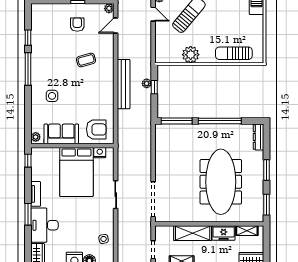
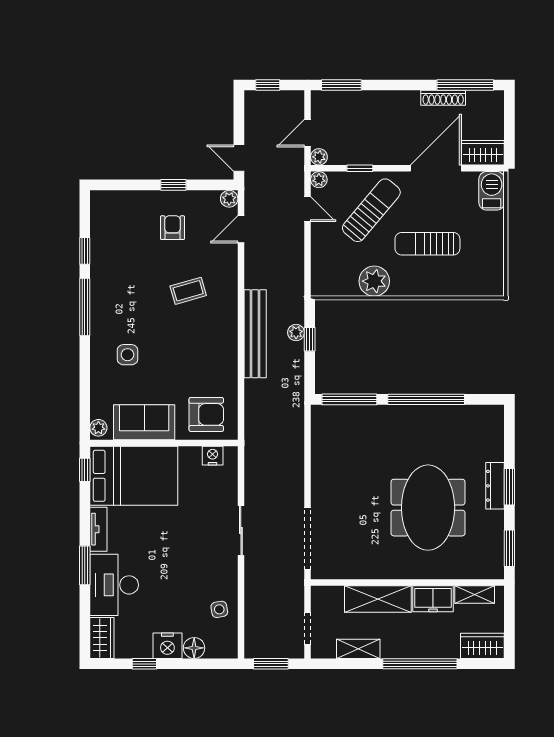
sun lounger: (234, 53) -> (427, 244), moved
dresser: (258, 137) -> (495, 486), moved
bed: (76, 172) -> (134, 476), moved, turned -90
meeting table: (221, 182) -> (428, 508), width x0.73

